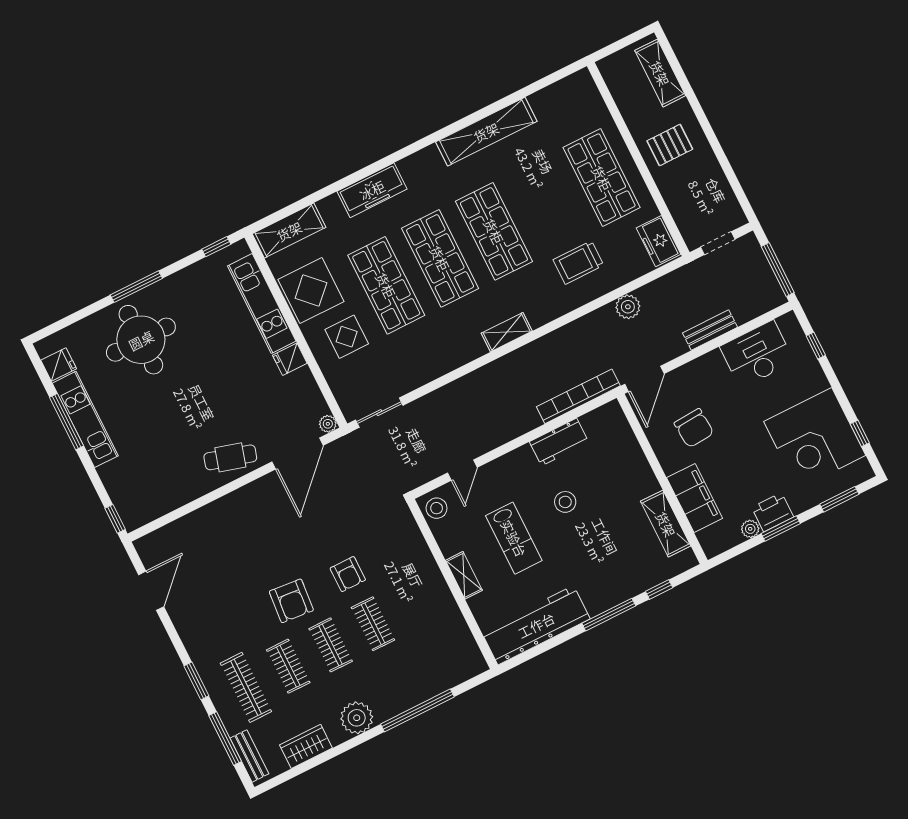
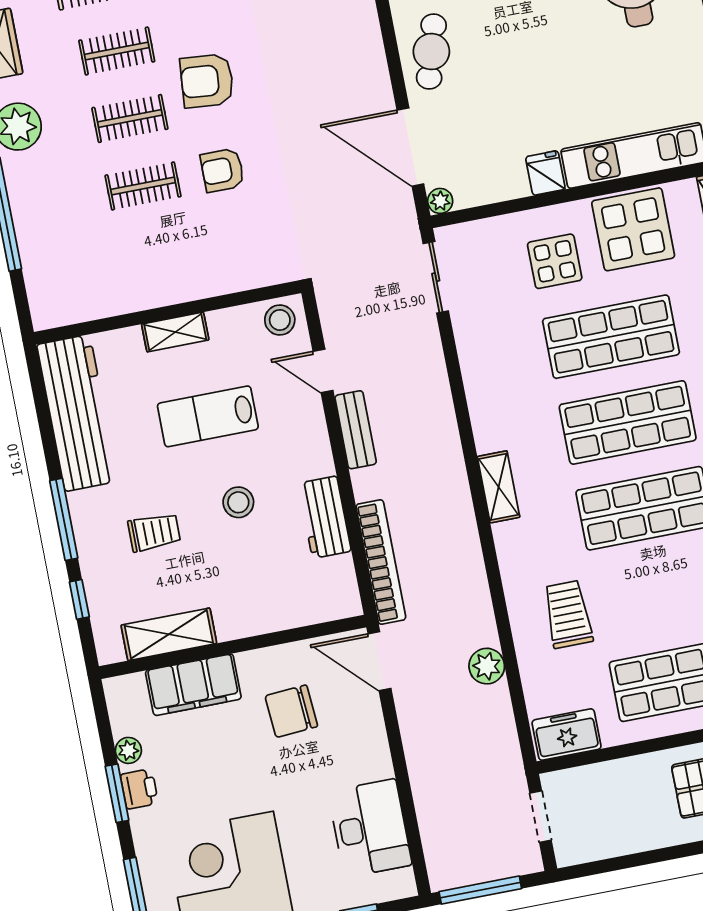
bench: (710, 330) -> (356, 430), moved
printer: (773, 512) -> (139, 789), width x0.73, depth x0.81
trolley: (601, 552) -> (154, 532), added

